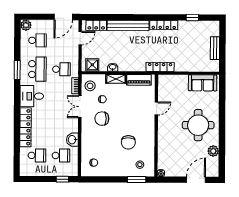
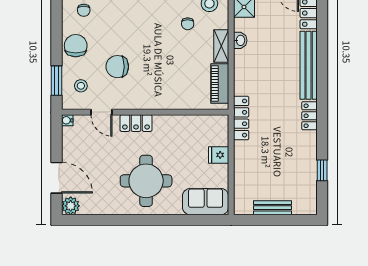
locker: (164, 25) -> (310, 116), width x0.66
fridge: (183, 81) -> (219, 155), added
sofa: (203, 83) -> (206, 202), moved, turned 90
door: (156, 108) -> (102, 112), moved
chair: (102, 119) -> (76, 46), moved
locker: (163, 131) -> (136, 123), added
plant: (213, 151) -> (71, 206), moved

